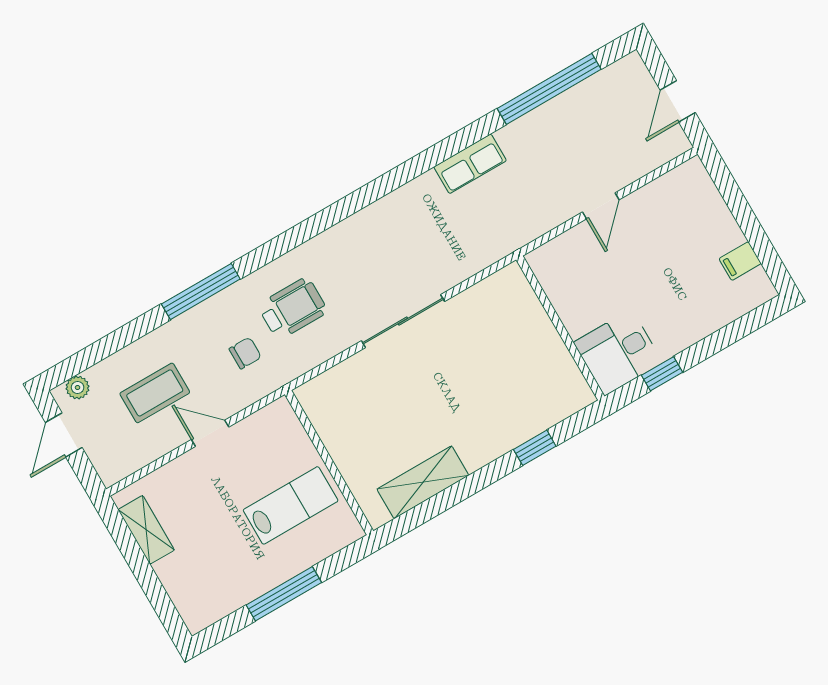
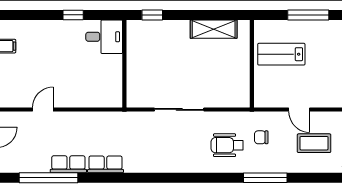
row of seats: (530, 129) -> (68, 164), added
door: (601, 206) -> (43, 109), moved
wall: (560, 328) -> (124, 64), moved
desk: (618, 352) -> (104, 37), moved

